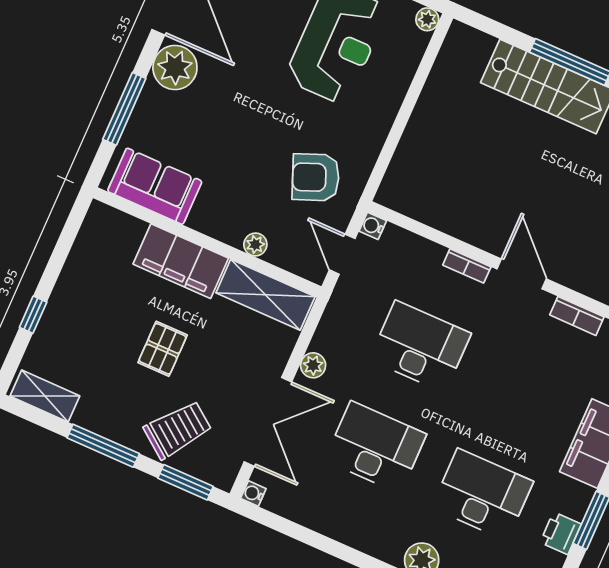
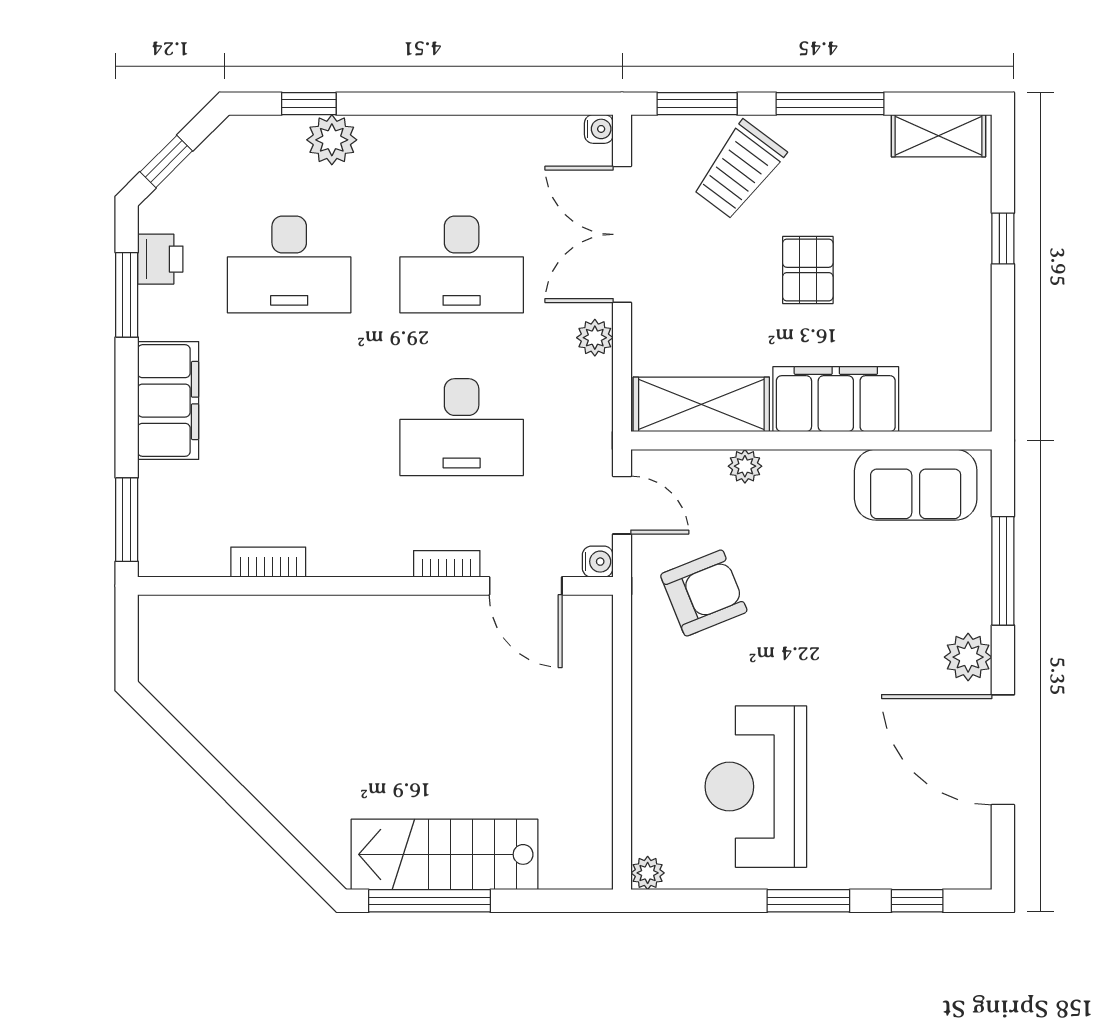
plant: (175, 67) -> (968, 657), width x0.73, depth x0.73
door: (522, 274) -> (526, 586), moved

